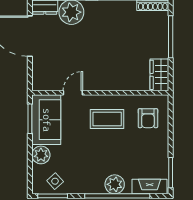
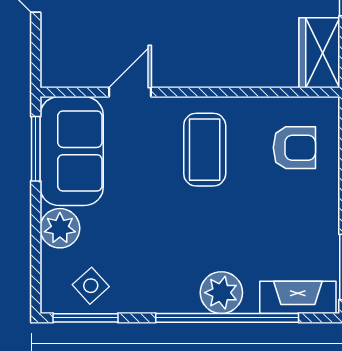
armchair: (148, 118) -> (294, 148), turned -90
coffee table: (107, 119) -> (205, 150), turned 90

